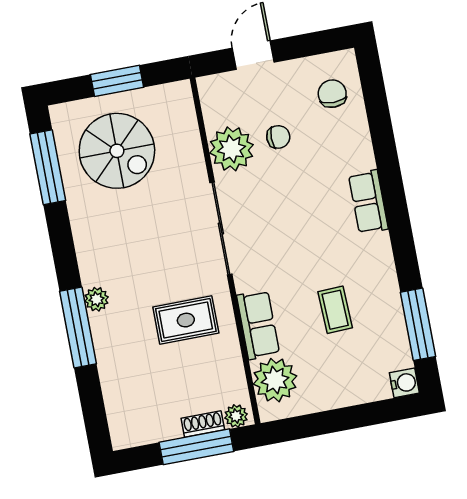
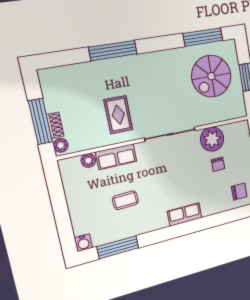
plant: (97, 299) -> (130, 62), removed
plant: (275, 380) -> (88, 160), width x0.53, depth x0.53

